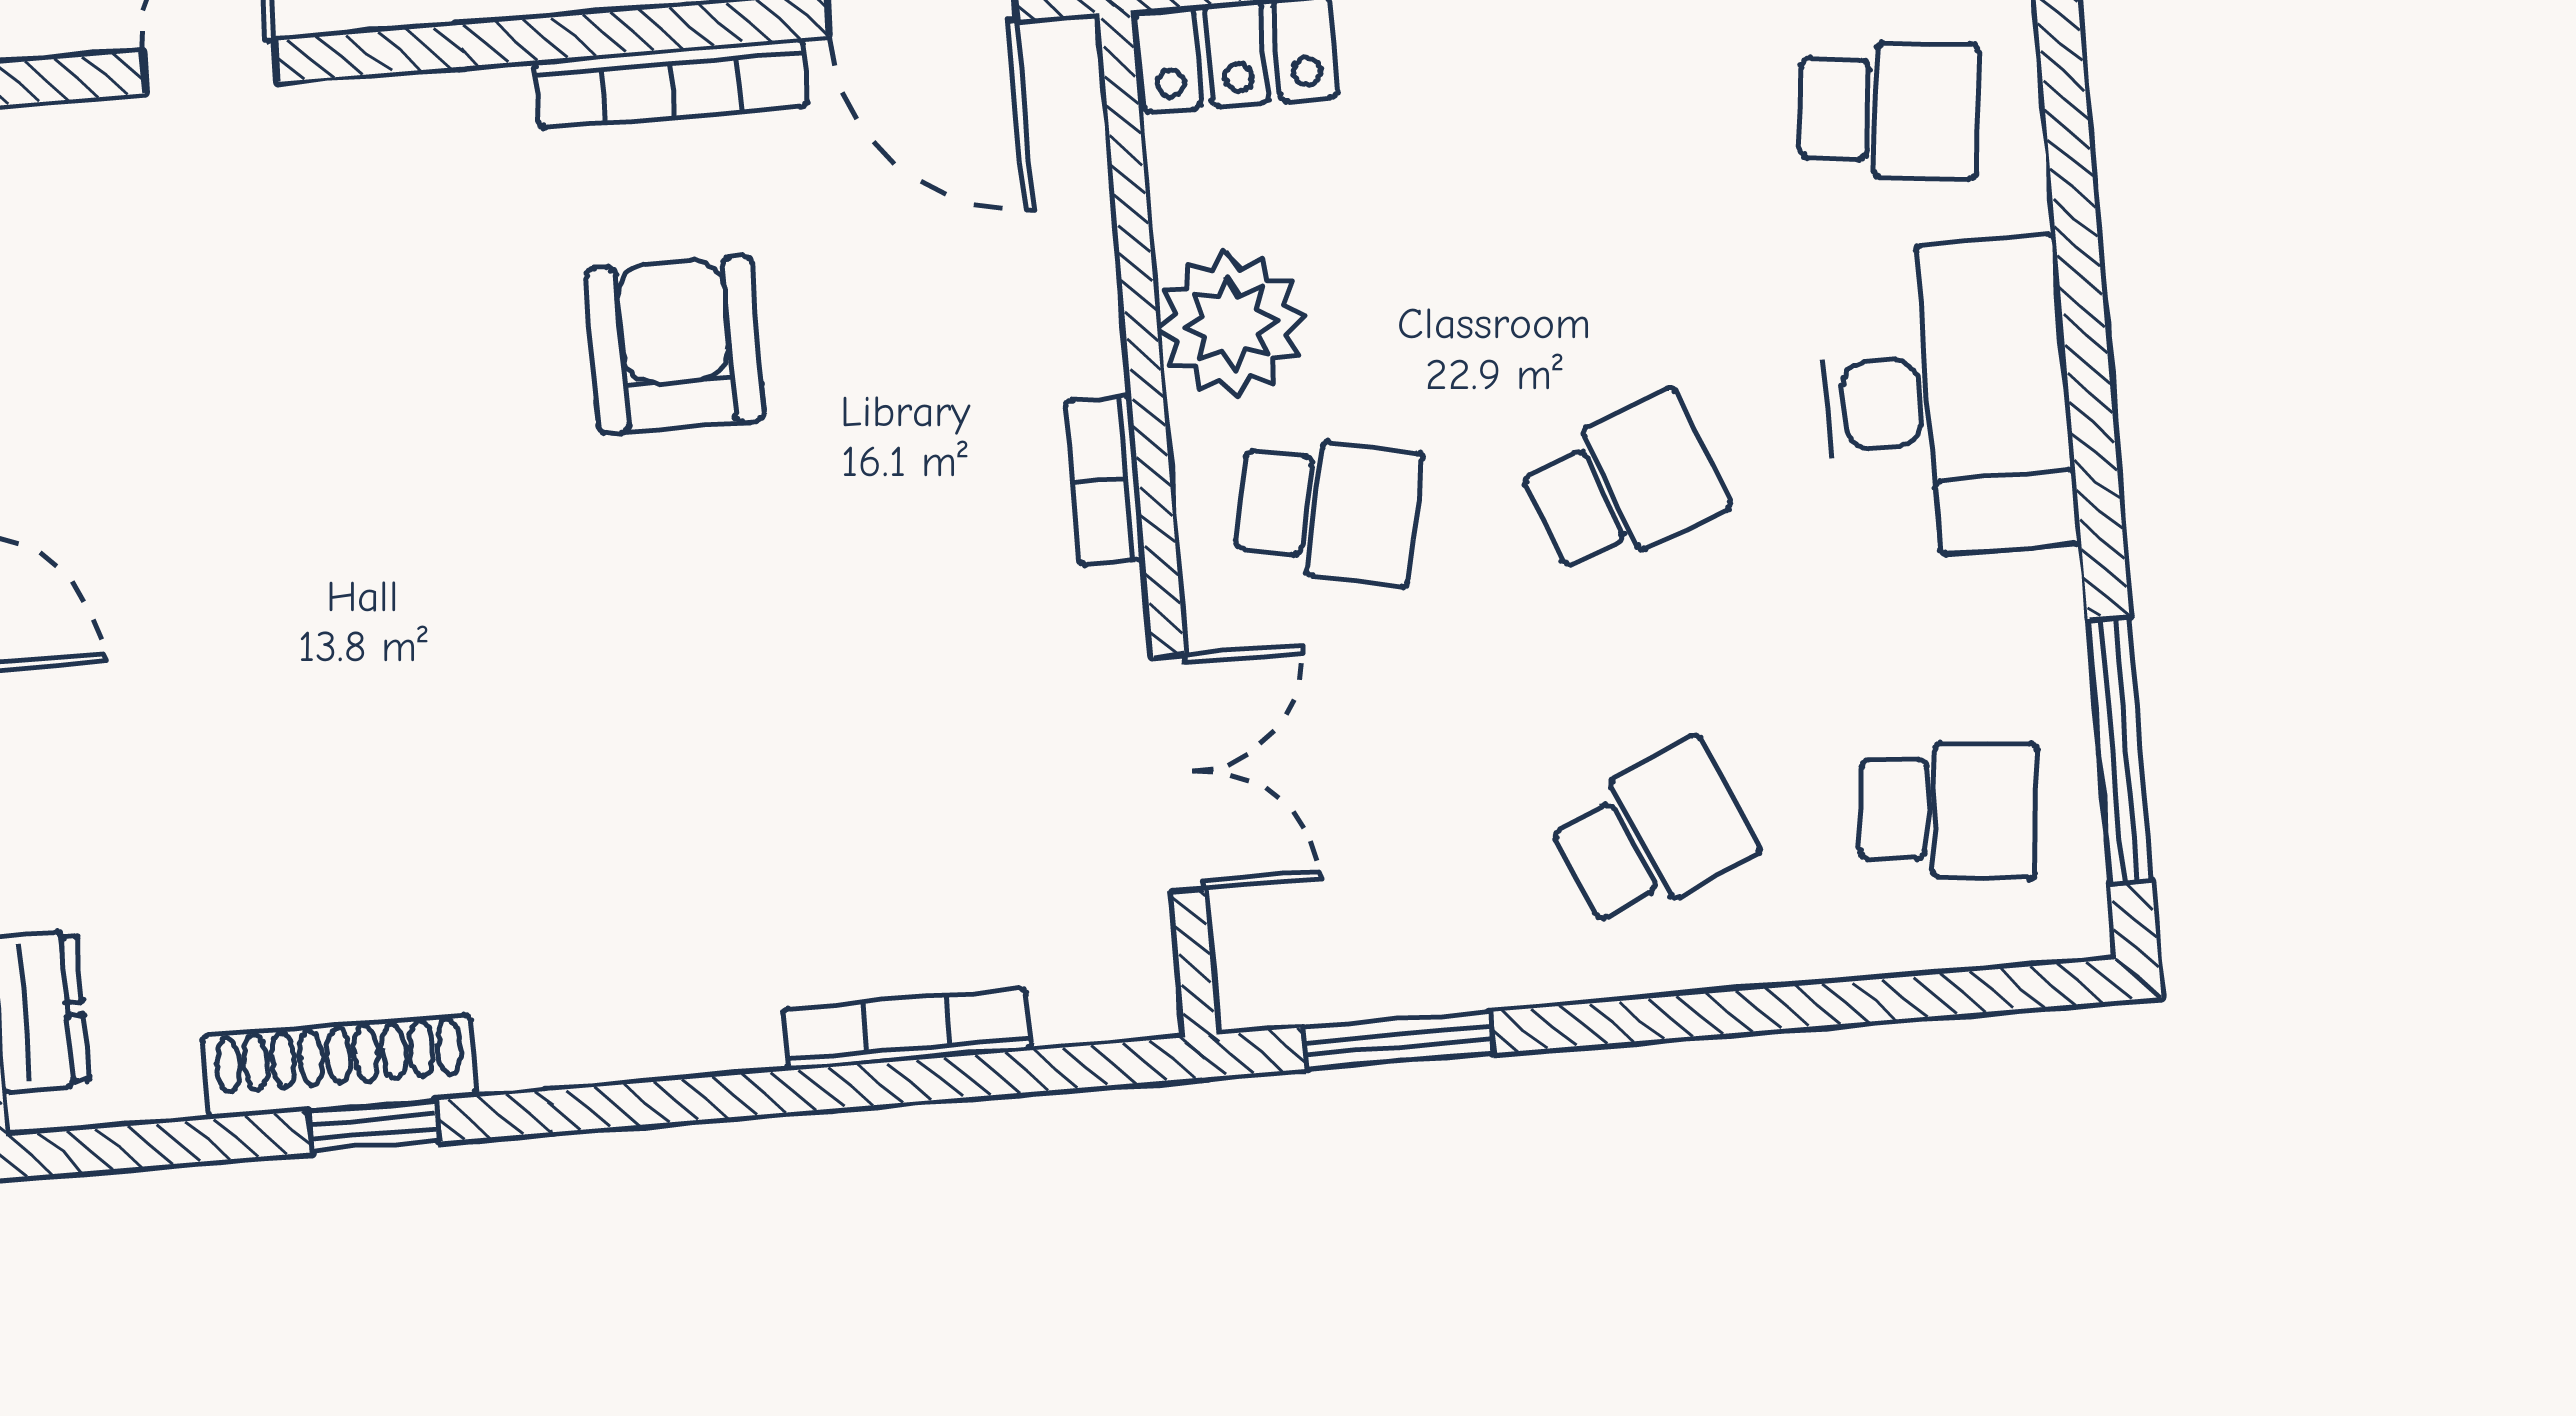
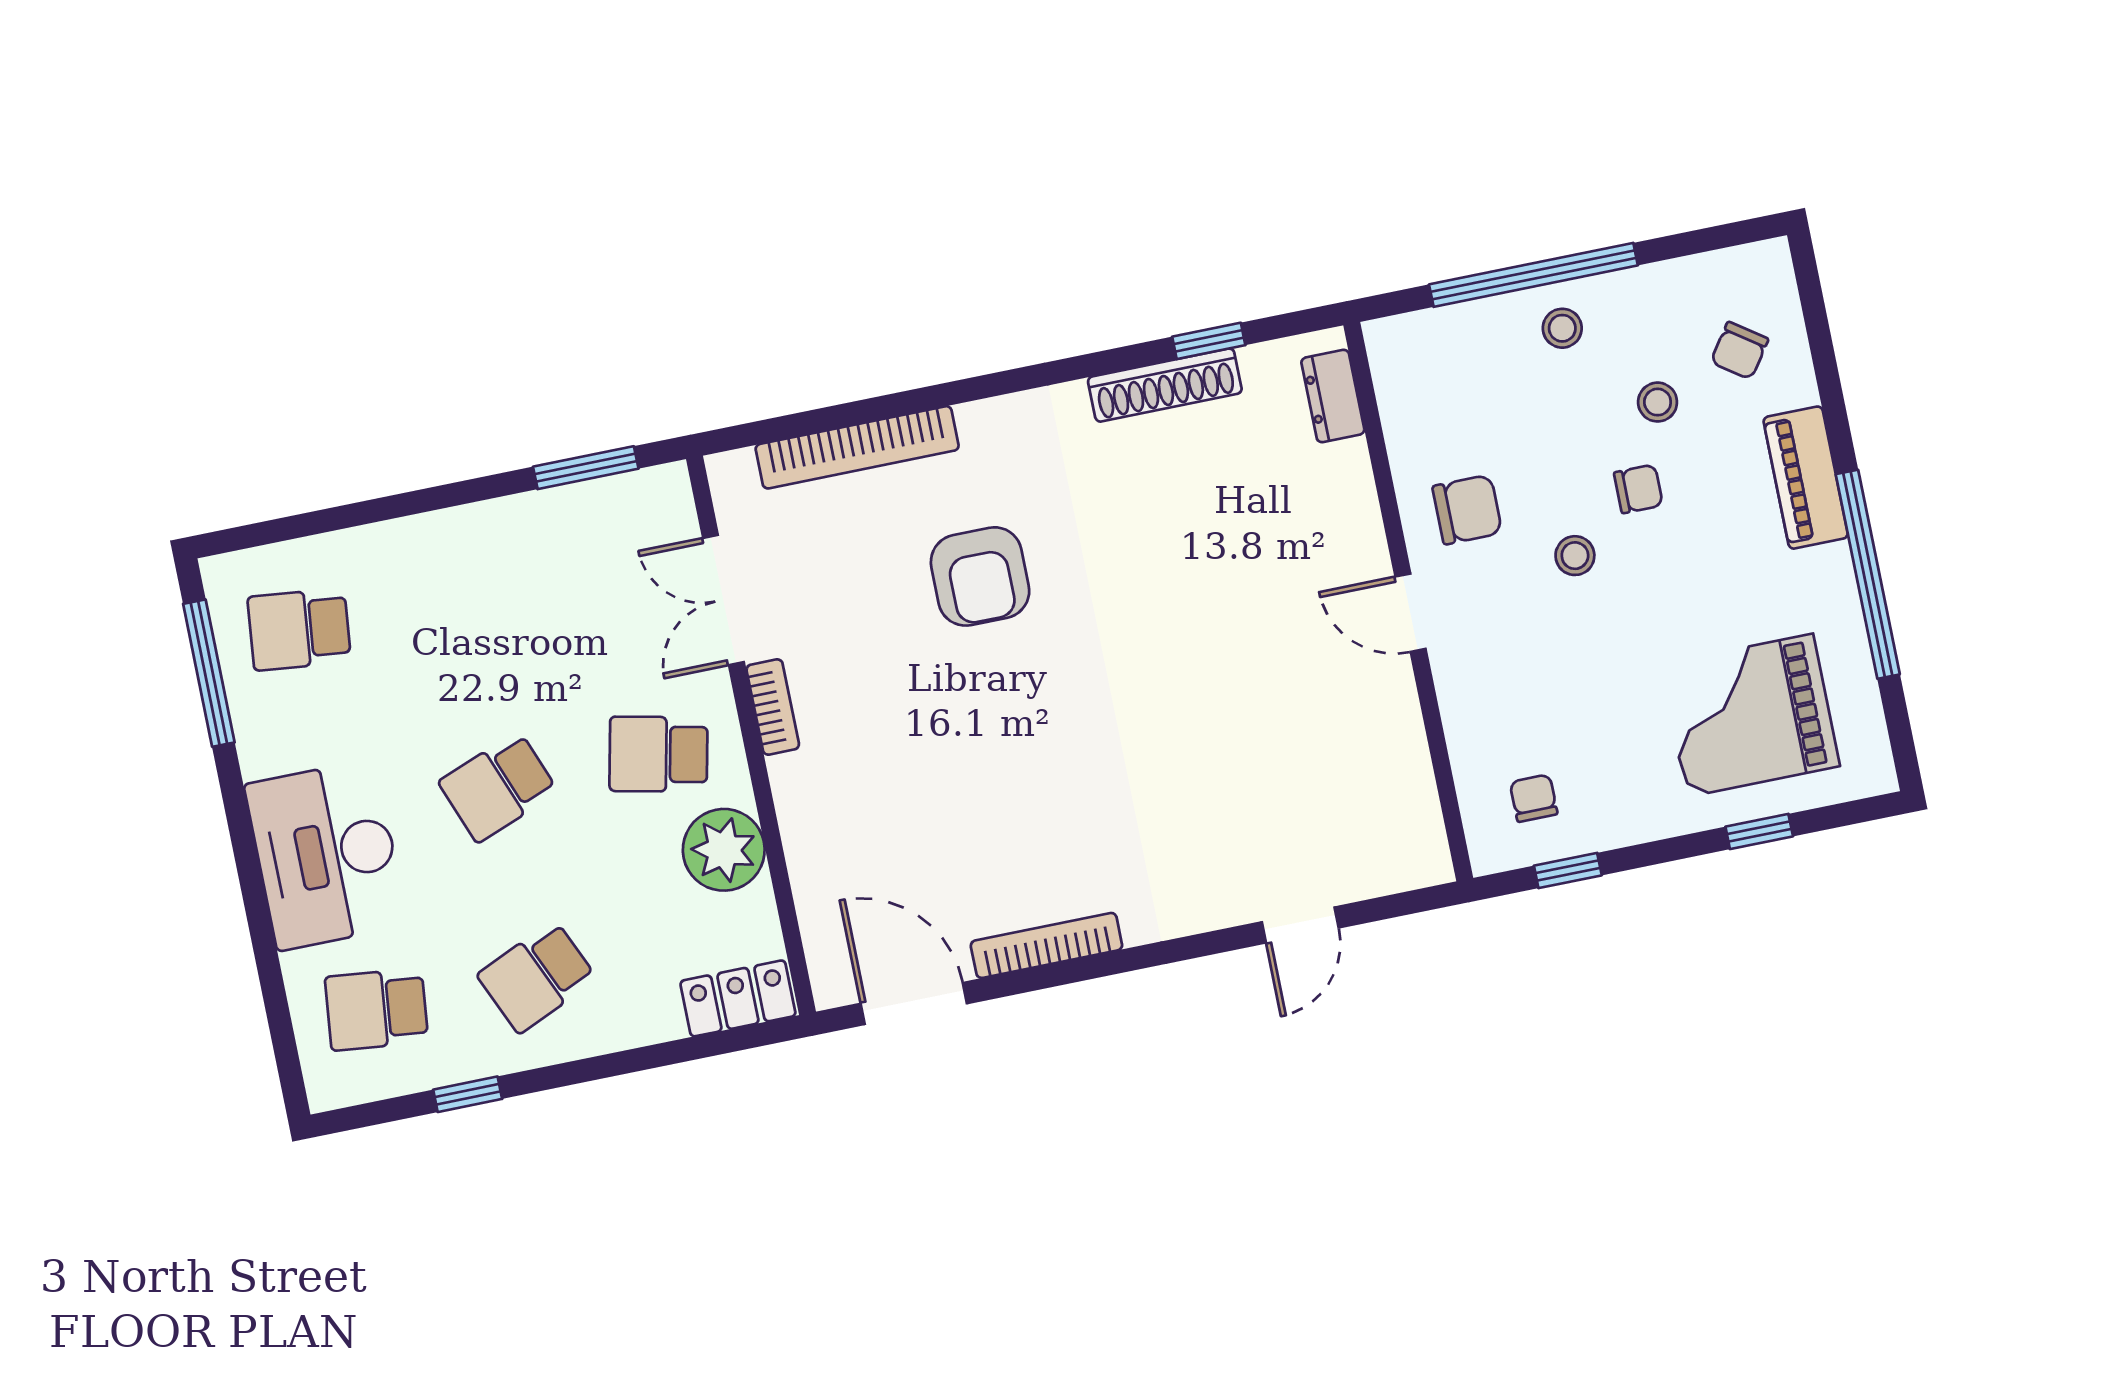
armchair: (675, 345) -> (980, 576), moved
bookcase: (1105, 480) -> (773, 707), moved
school desk: (1653, 835) -> (537, 977), moved
bookcase: (907, 1029) -> (857, 447), width x1.48, depth x1.31
window: (374, 1126) -> (1209, 341), moved

